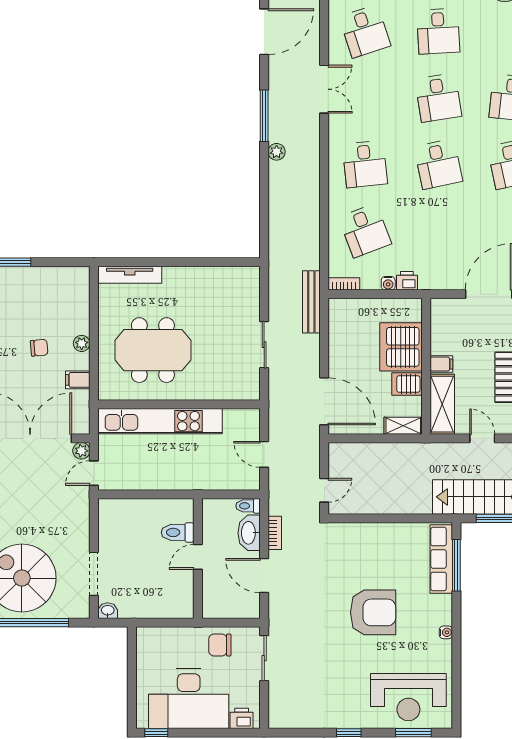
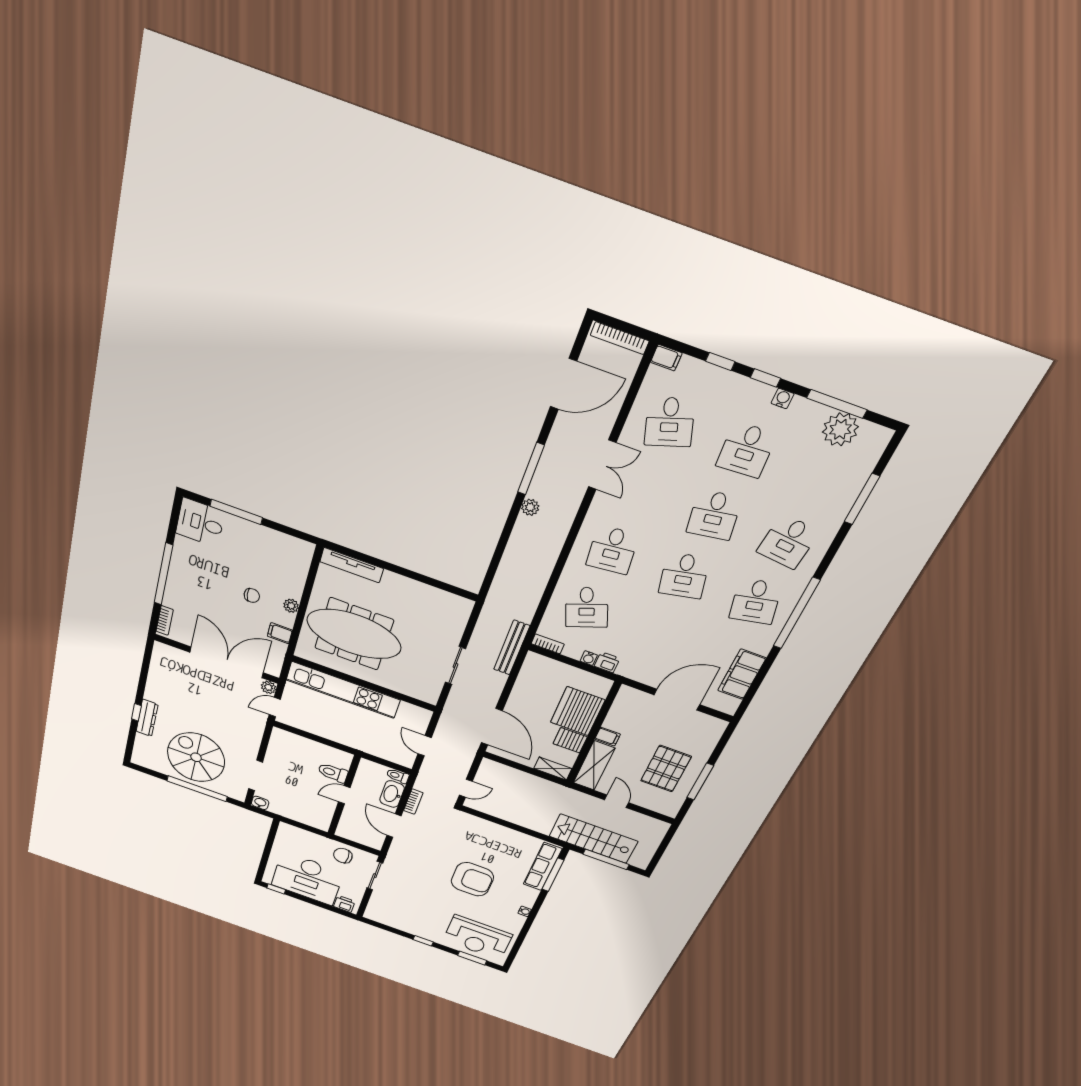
meeting table: (153, 350) -> (354, 634), width x1.36

